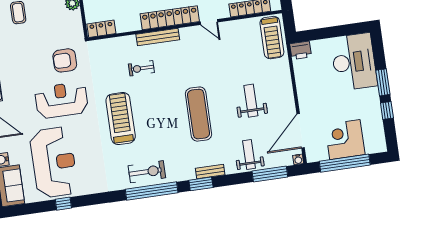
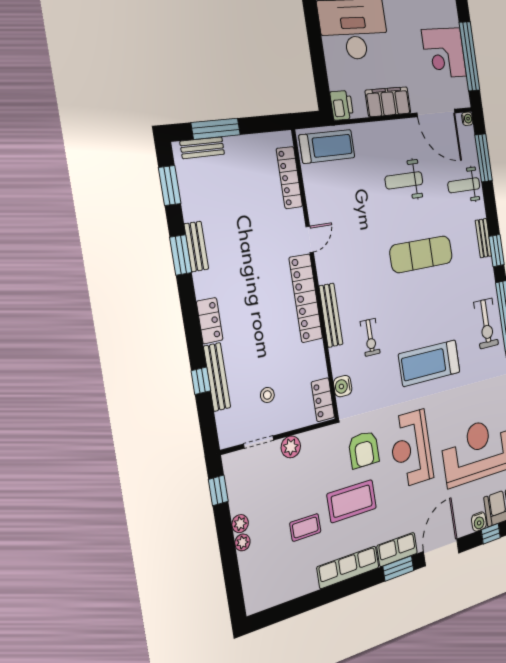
water cooler: (109, 45) -> (343, 386), added
coffee table: (31, 50) -> (352, 501), added
filing cabinet: (306, 89) -> (388, 102), added
exercise bike: (147, 172) -> (486, 323), turned 180

